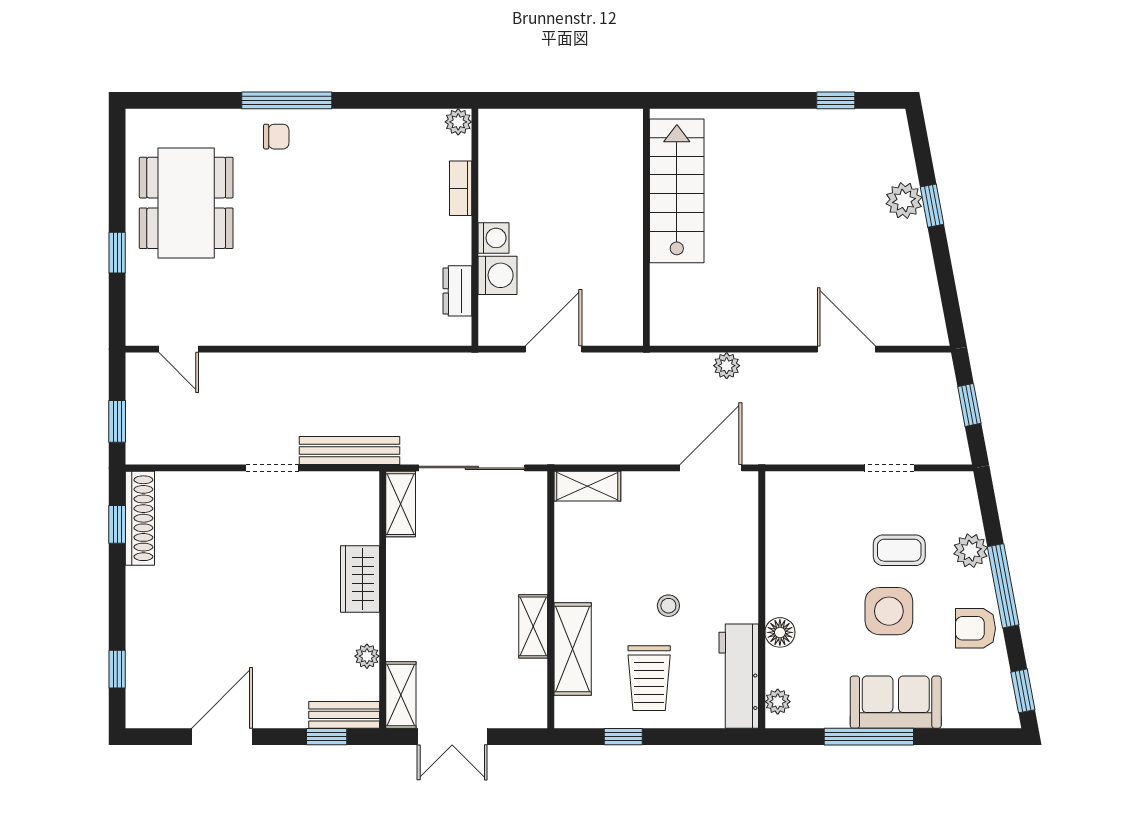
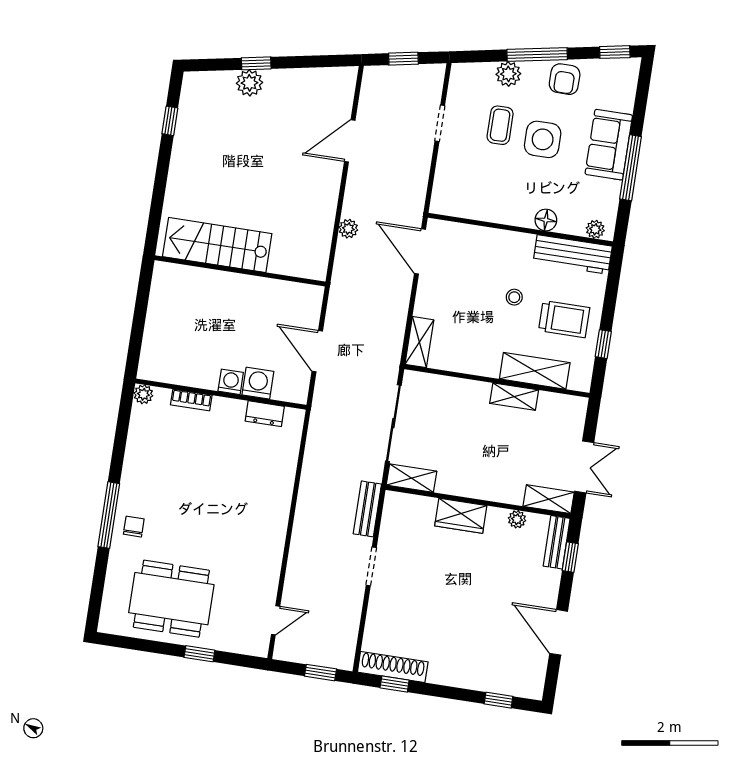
bench: (350, 451) -> (367, 509), width x0.73

